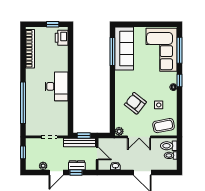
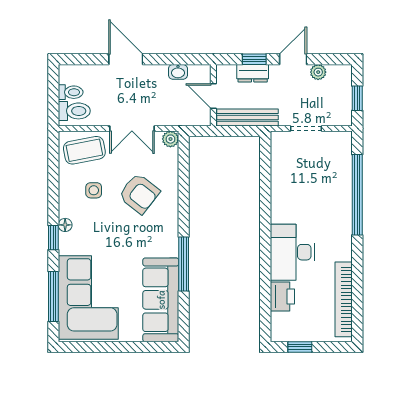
printer: (62, 38) -> (282, 296), moved
window: (112, 52) -> (184, 264), moved
desk: (56, 86) -> (292, 252), moved
window: (84, 135) -> (239, 131), removed
double door: (139, 137) -> (132, 128), swing flipped

